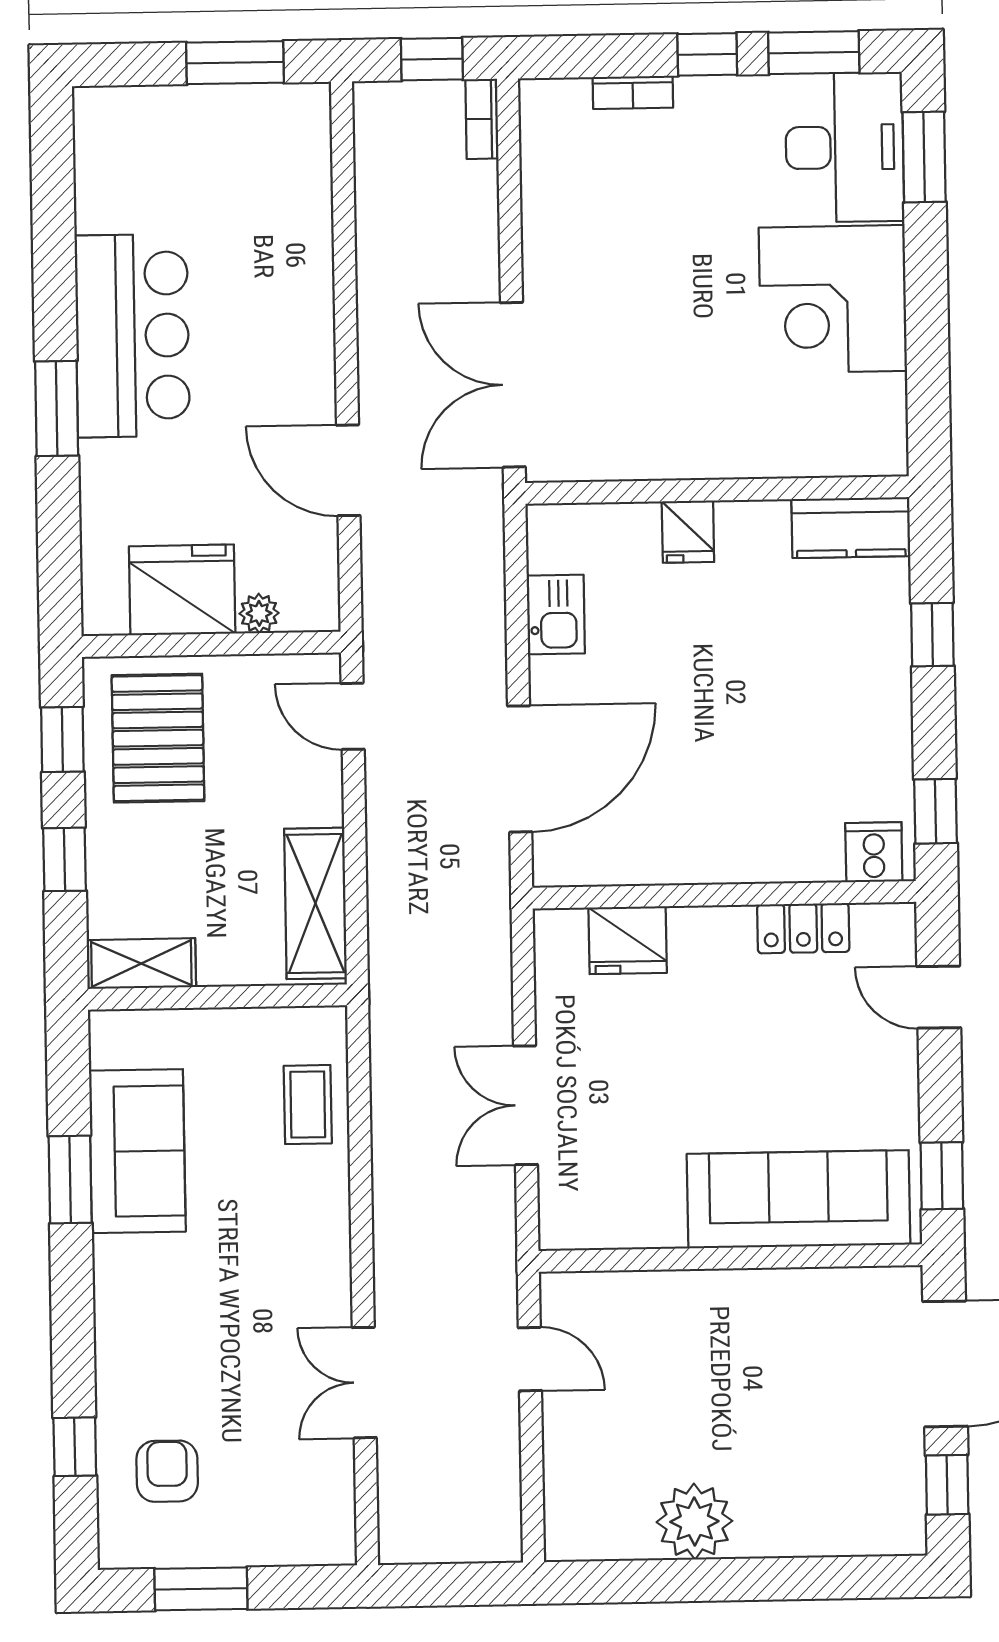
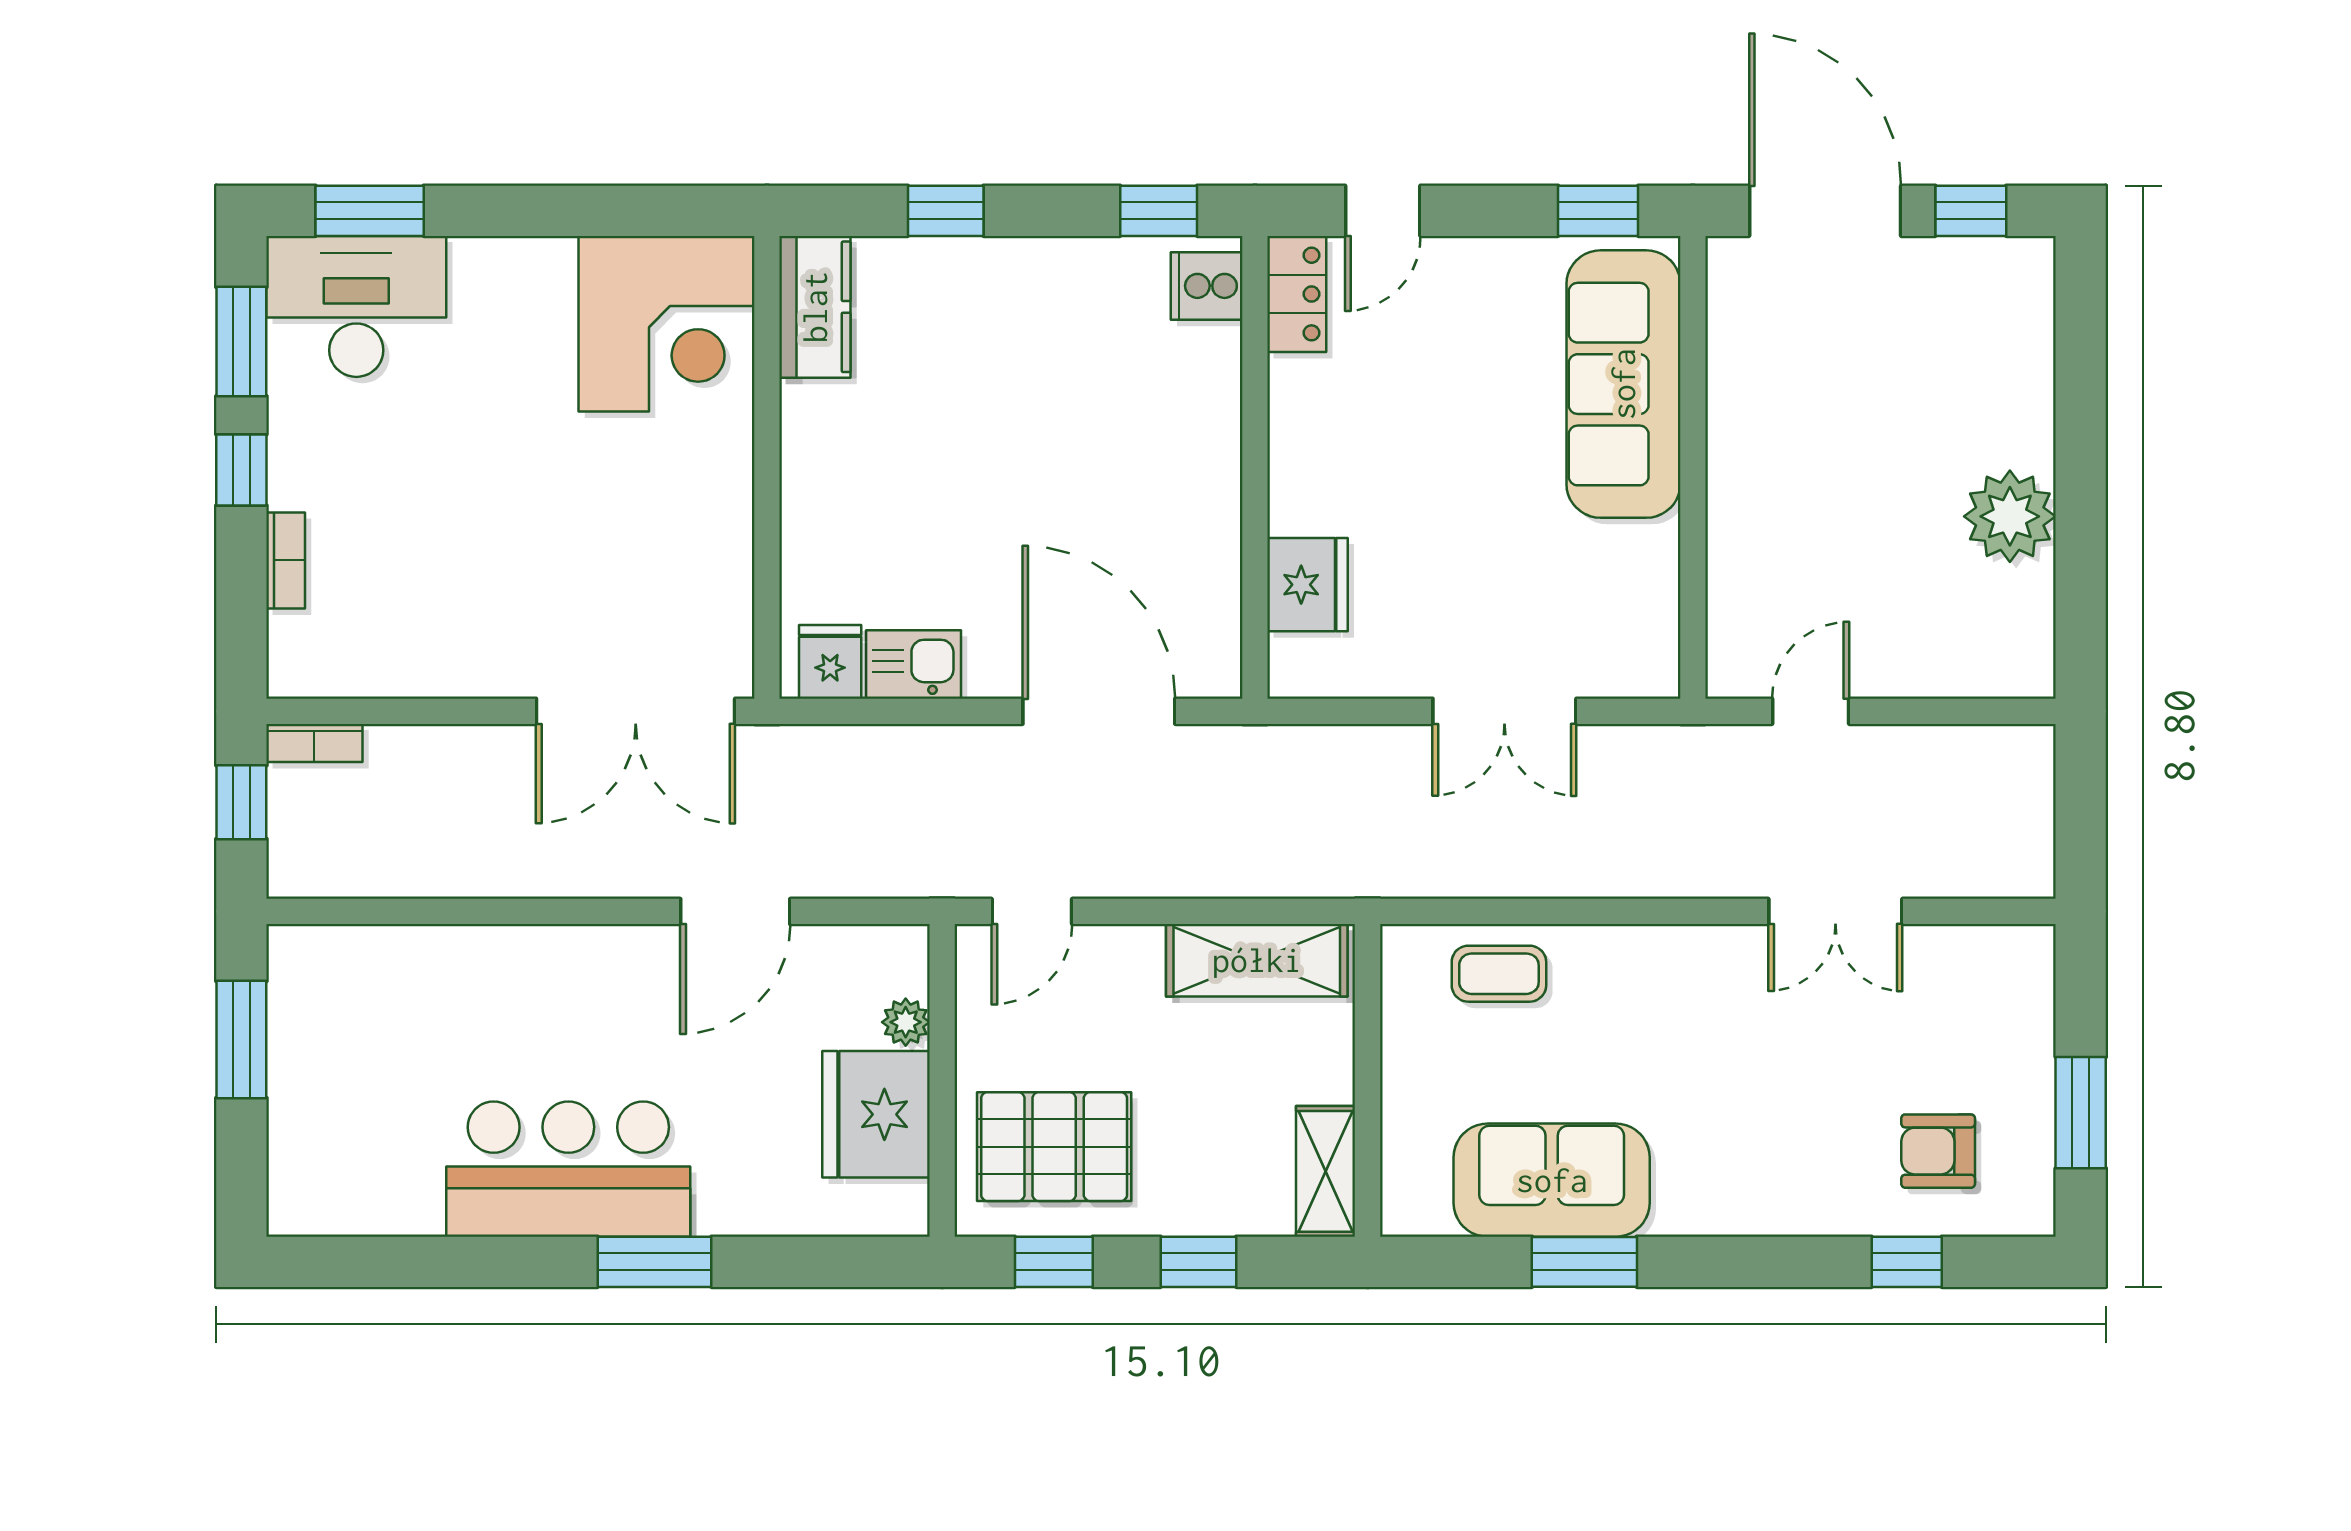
corner desk: (833, 299) -> (666, 324), moved
fridge: (688, 532) -> (830, 662), moved, turned -90
locker: (803, 928) -> (1297, 294), moved

